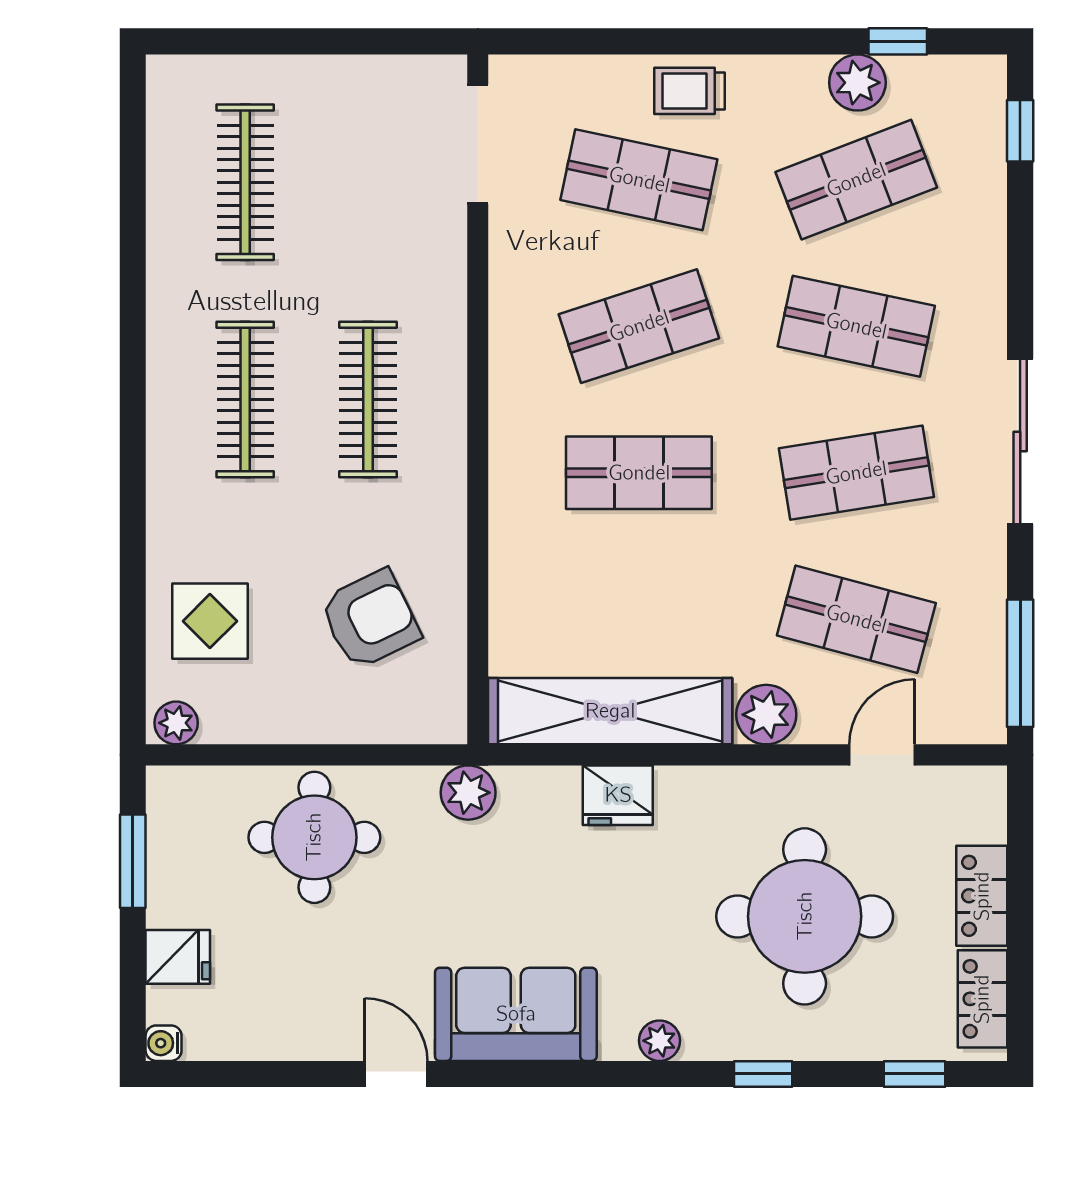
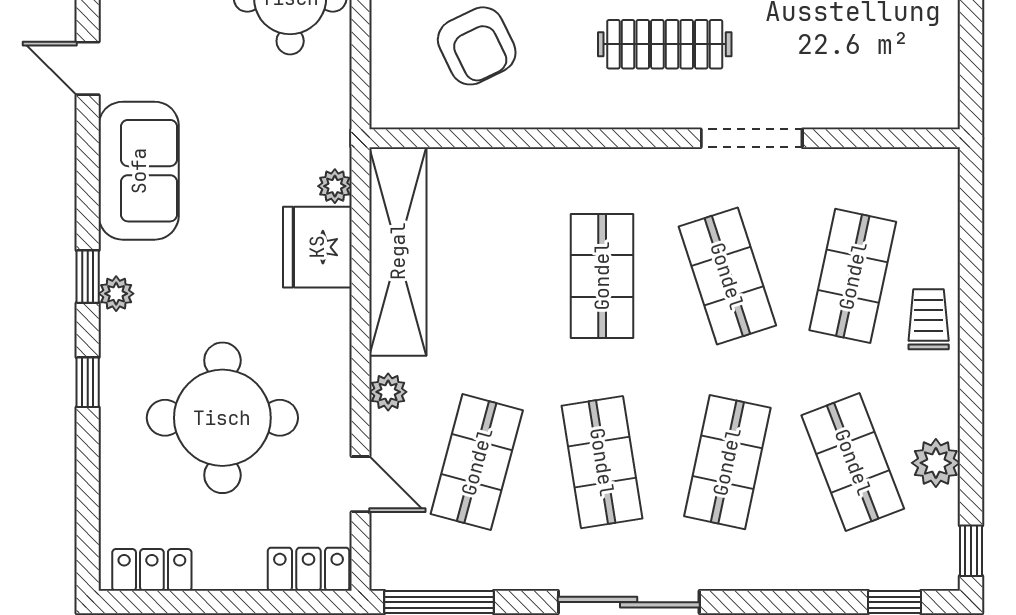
window: (898, 41) -> (971, 551), moved
doorway: (478, 144) -> (752, 138), moved
plant: (766, 715) -> (388, 392), width x0.73, depth x0.73
plant: (468, 793) -> (335, 186), moved, width x0.73, depth x0.73
fridge: (618, 795) -> (317, 247), width x1.36, depth x1.34
locker: (982, 896) -> (309, 569), moved
door: (396, 1074) -> (88, 68), swing flipped
window: (915, 1074) -> (88, 277), moved

